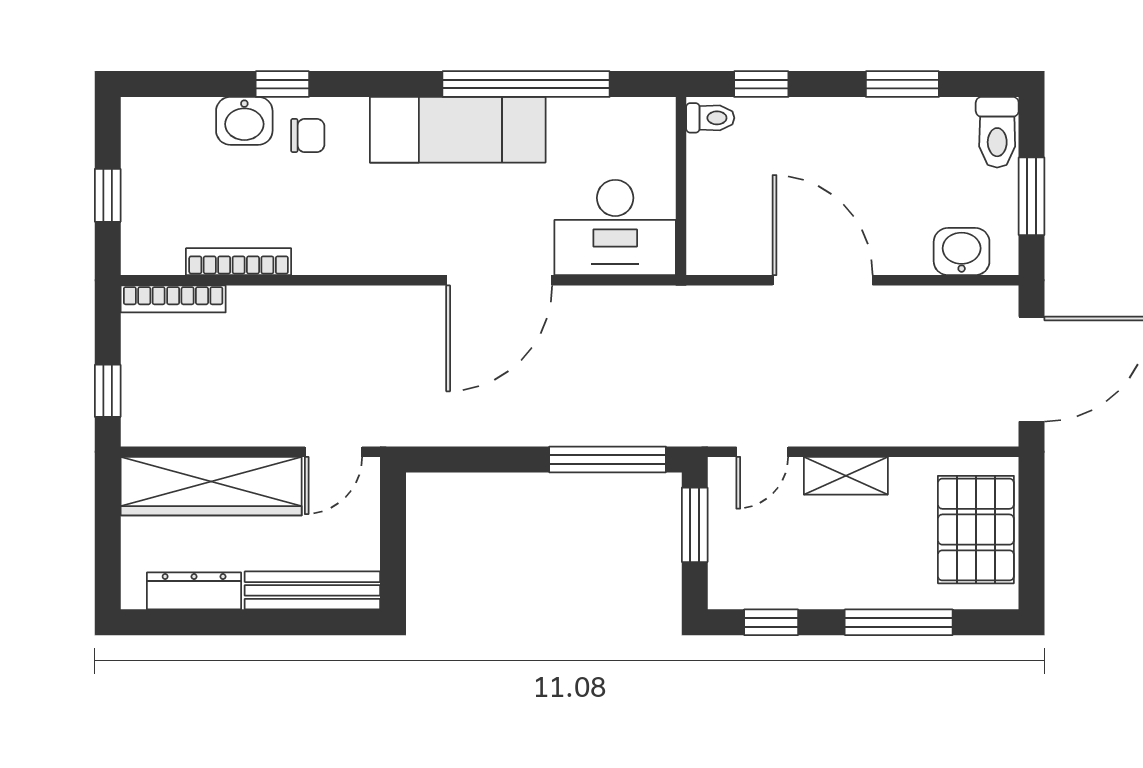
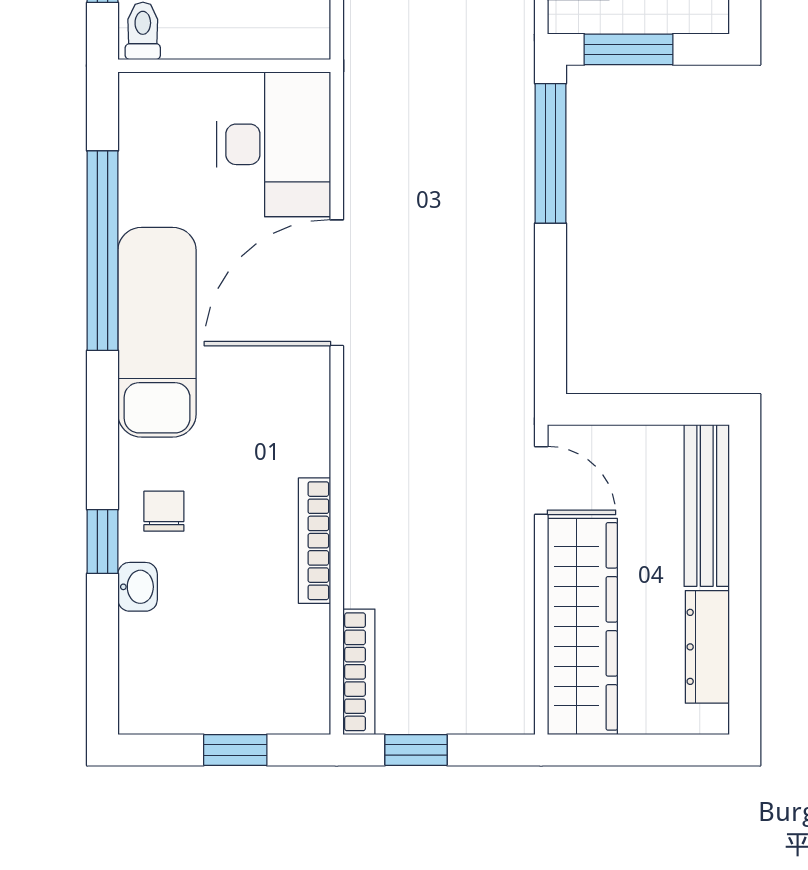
washbasin: (244, 121) -> (138, 587), width x0.72, depth x0.69
bookcase: (239, 262) -> (314, 541), moved
door: (499, 280) -> (337, 283), swing flipped
window: (108, 391) -> (416, 750), moved

